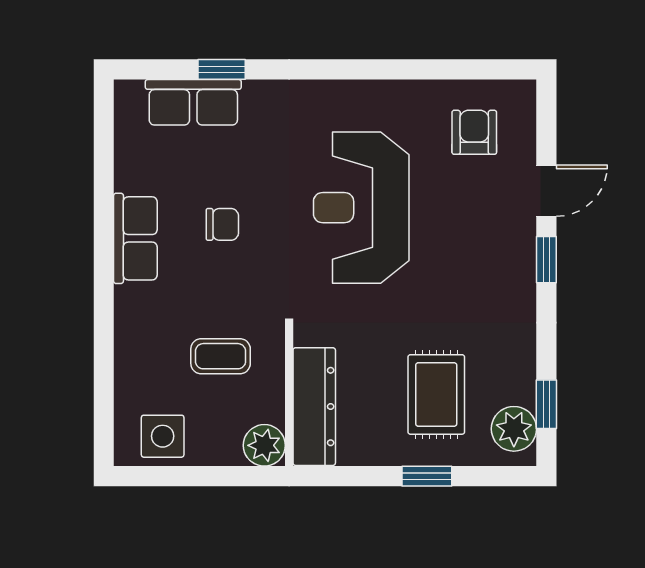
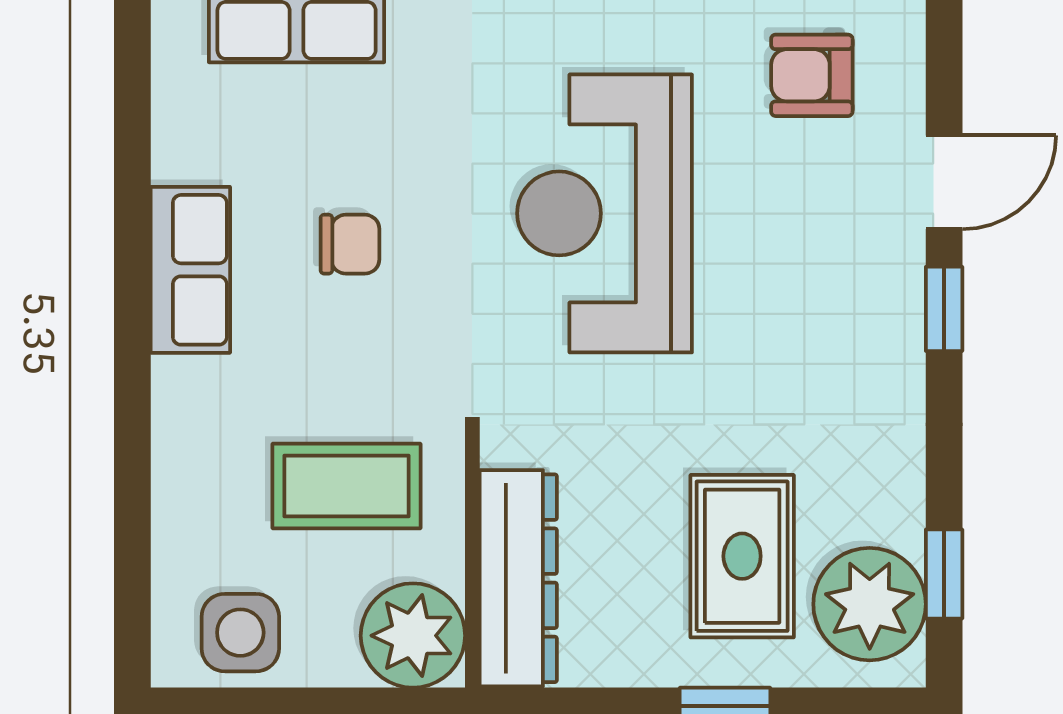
armchair: (474, 132) -> (812, 75), turned -90
coffee table: (221, 356) -> (346, 486), width x1.36, depth x1.30
plant: (514, 429) -> (870, 604), width x1.36, depth x1.36
plant: (264, 445) -> (413, 636), width x1.36, depth x1.36

